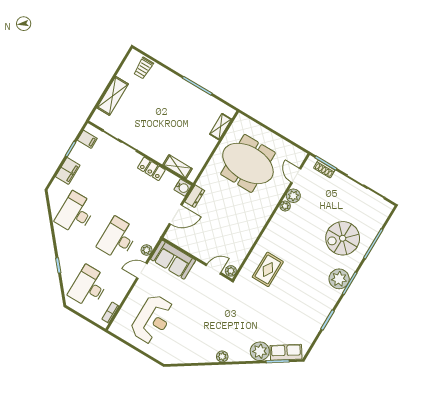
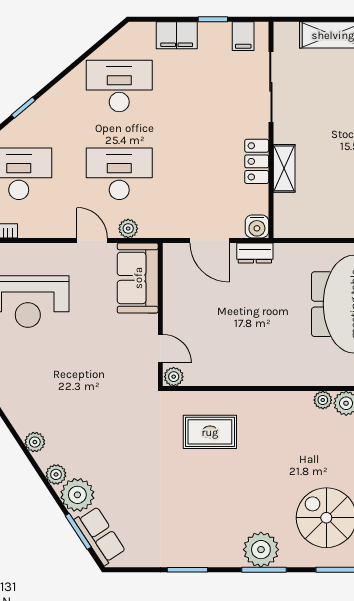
shelving: (178, 167) -> (284, 168), moved
plant: (244, 356) -> (56, 474), added

